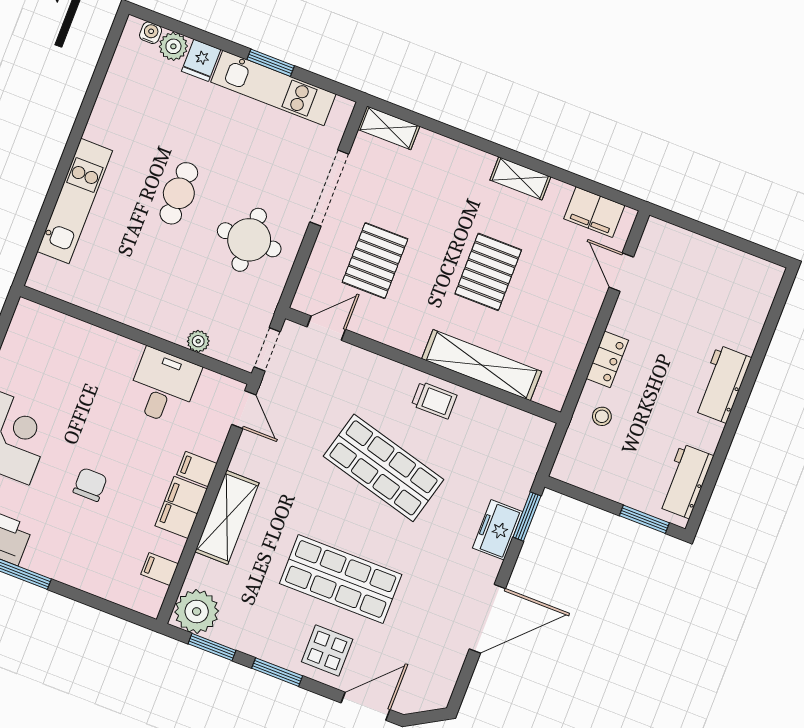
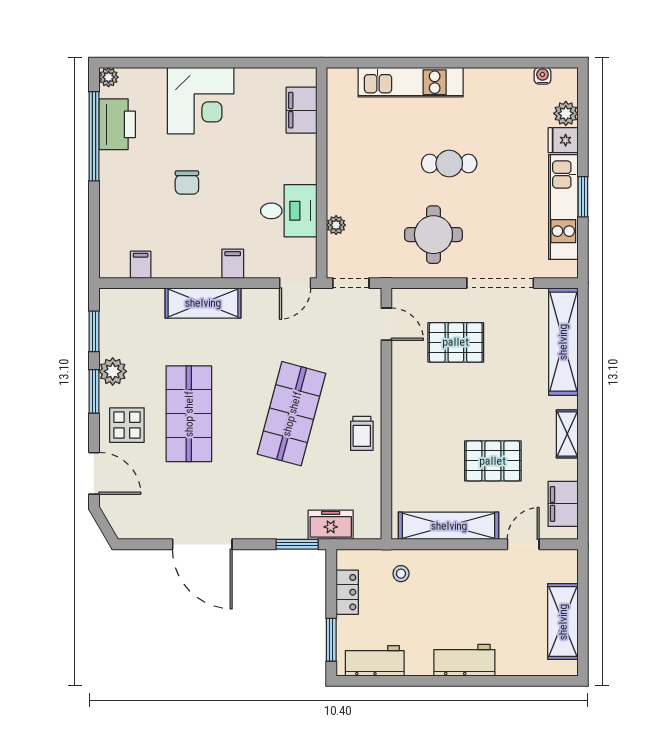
water cooler: (151, 33) -> (542, 76), moved, turned -90
shelving: (389, 128) -> (563, 342), width x2.20, depth x1.33
shelving: (721, 261) -> (563, 622), added
pallet: (488, 272) -> (493, 461), moved
locker: (607, 359) -> (347, 592), moved, turned -90
shelving: (482, 365) -> (449, 526), moved, turned 90
chair: (90, 485) -> (187, 183), turned 90
filing cabinet: (181, 507) -> (302, 110), moved, turned -90
freezer: (498, 530) -> (331, 525), moved
plant: (197, 611) -> (113, 371), moved, width x0.73, depth x0.73

